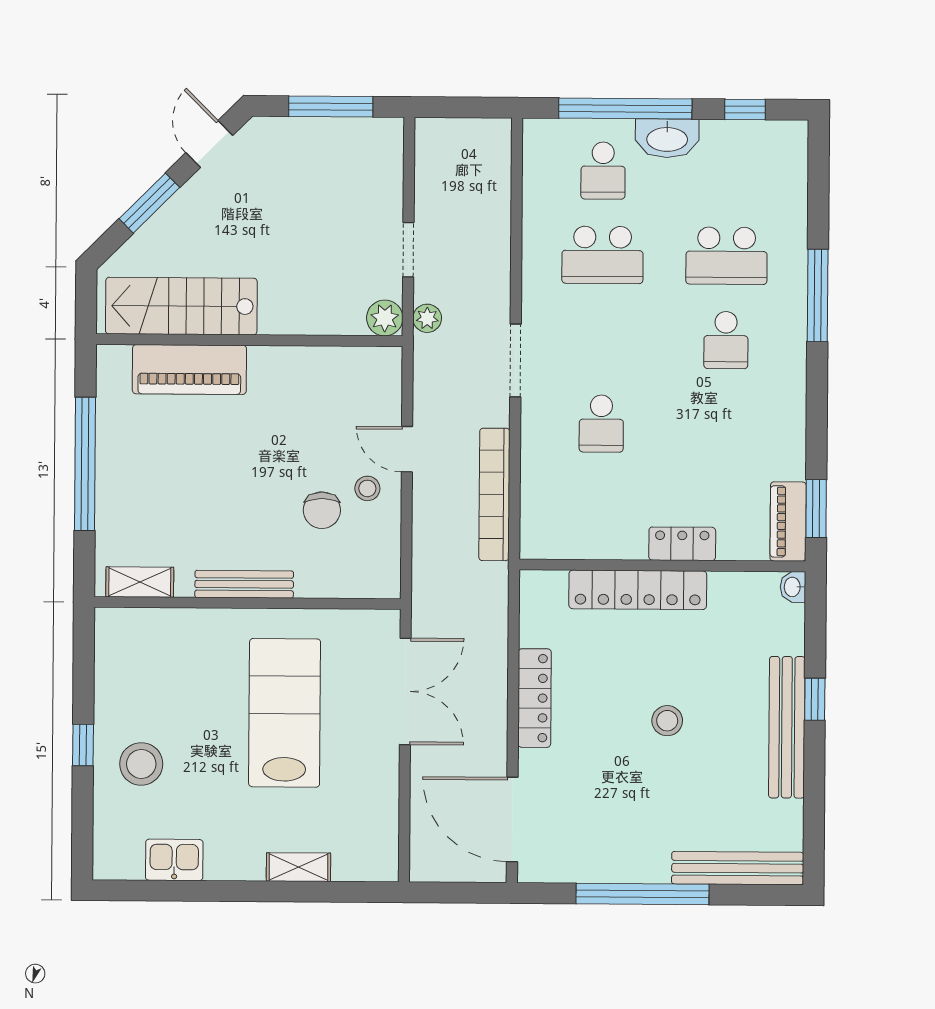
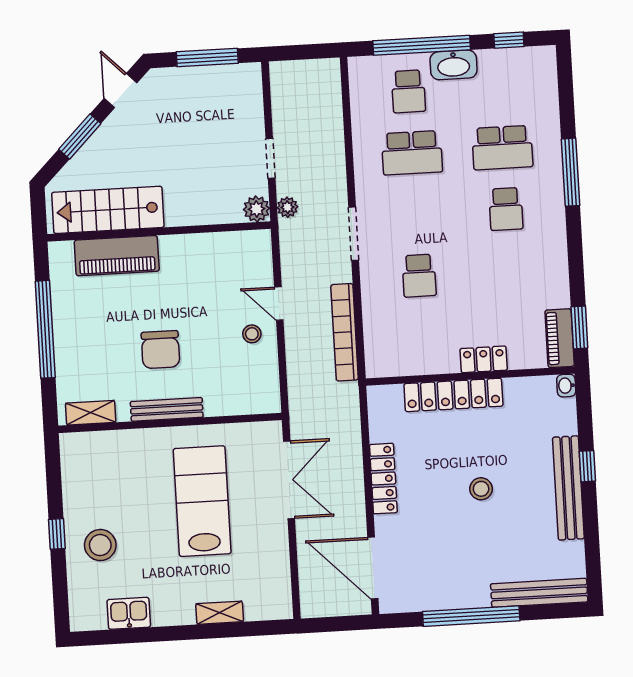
chair: (322, 510) -> (160, 350), moved, width x1.37, depth x1.37

